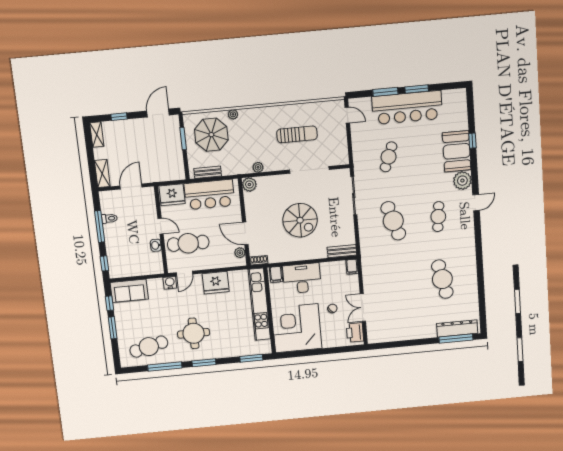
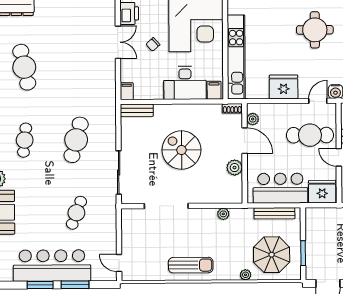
sun lounger: (297, 134) -> (191, 265), moved, turned 180
bench: (208, 172) -> (274, 213), width x1.36
plant: (249, 184) -> (235, 168), moved
cafe table: (393, 221) -> (76, 140), turned 33

